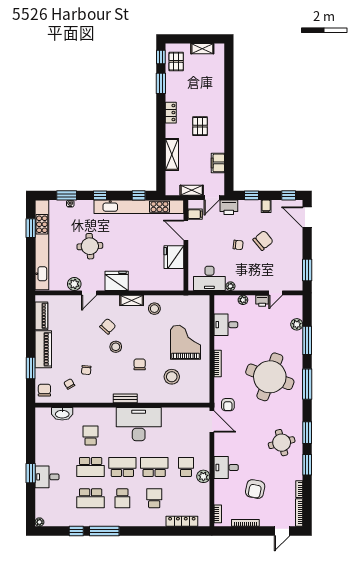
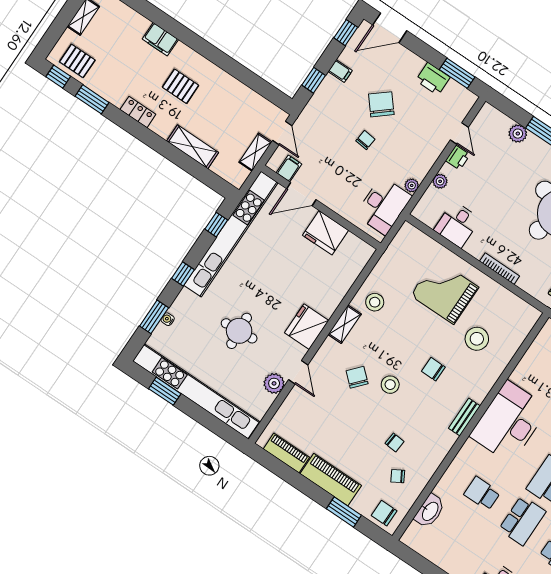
filing cabinet: (218, 163) -> (160, 39), moved
printer: (229, 207) -> (433, 79), moved, turned 90

